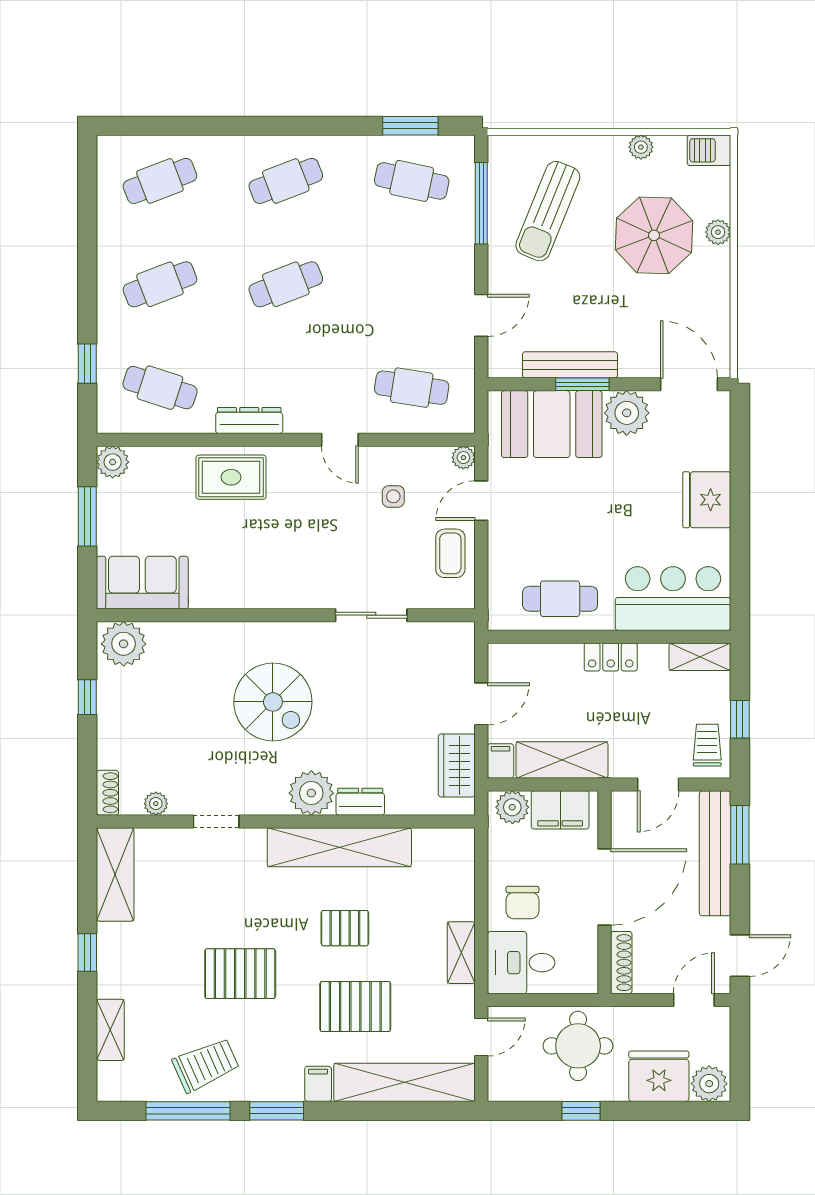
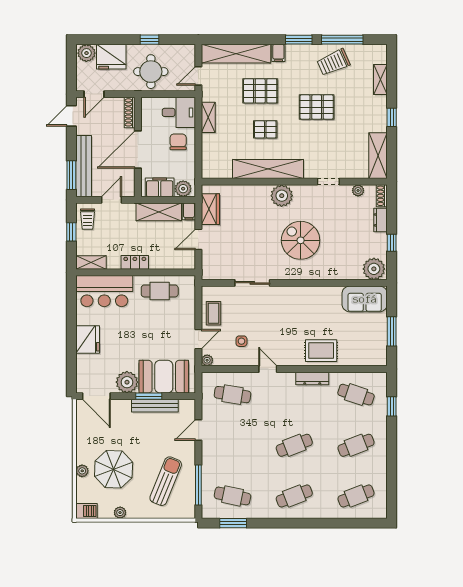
plant: (113, 462) -> (379, 358), removed
dresser: (360, 802) -> (380, 220), moved, turned 90

